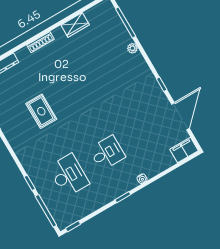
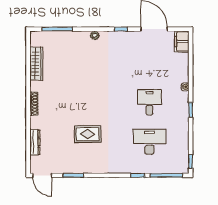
wardrobe: (75, 25) -> (36, 64), width x1.50
plant: (132, 48) -> (95, 35), moved

